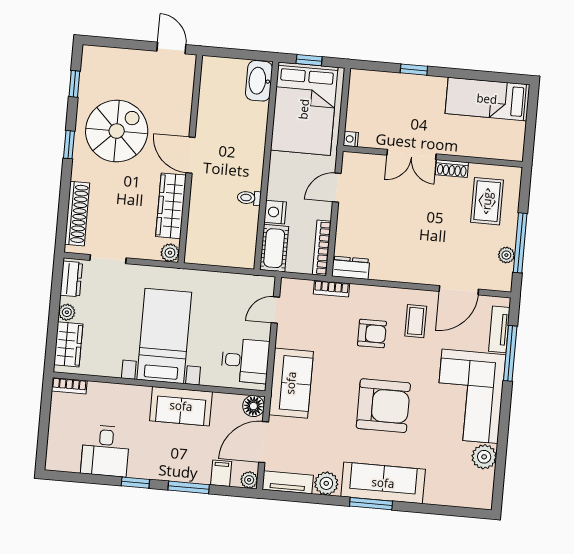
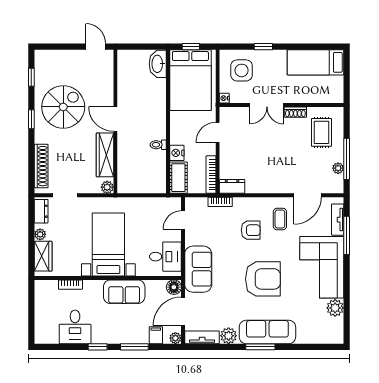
side table: (379, 101) -> (242, 70), added
bookcase: (69, 386) -> (70, 285), moved

